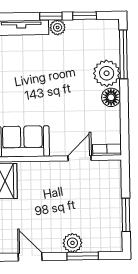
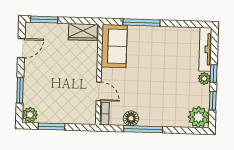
window: (123, 54) -> (143, 129), moved
plant: (107, 73) -> (199, 117), moved
floor lamp: (111, 97) -> (131, 118), moved
plant: (72, 243) -> (30, 115), moved

